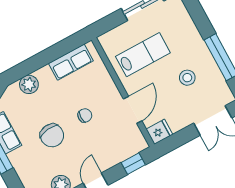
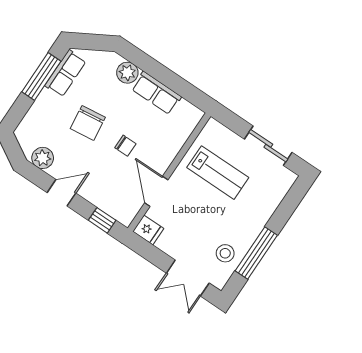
row of seats: (71, 62) -> (156, 93), moved
stool: (187, 78) -> (225, 253), moved
door: (133, 110) -> (156, 191), swing flipped

